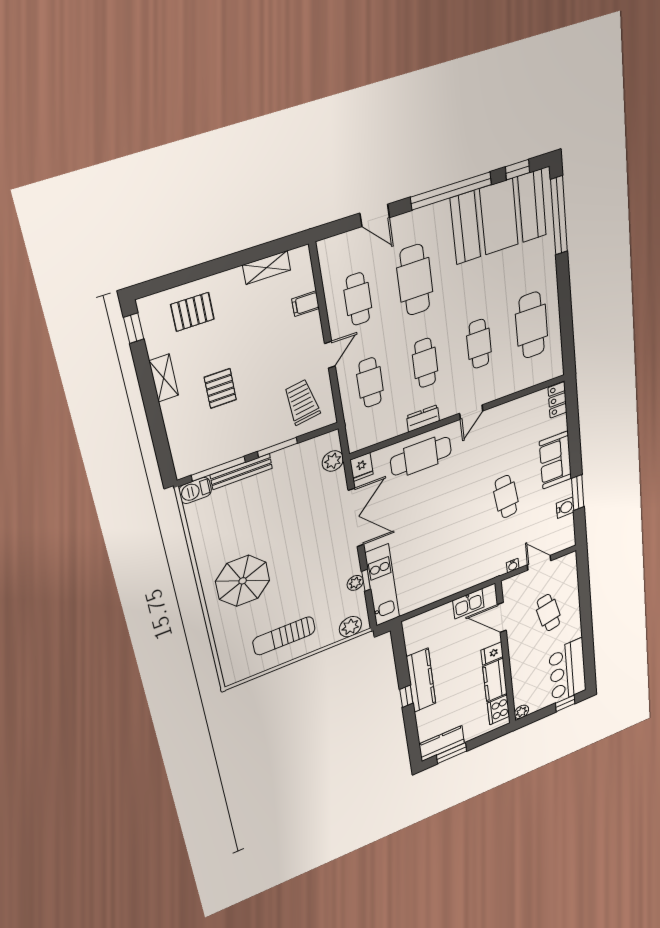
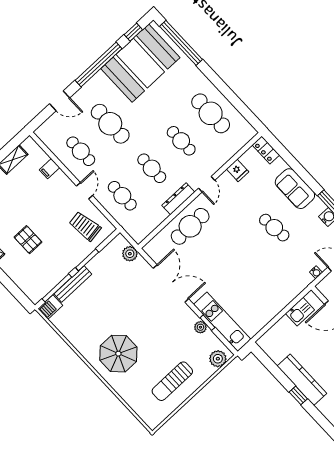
dresser: (423, 418) -> (178, 199), width x1.44
fridge: (362, 467) -> (237, 170), moved

